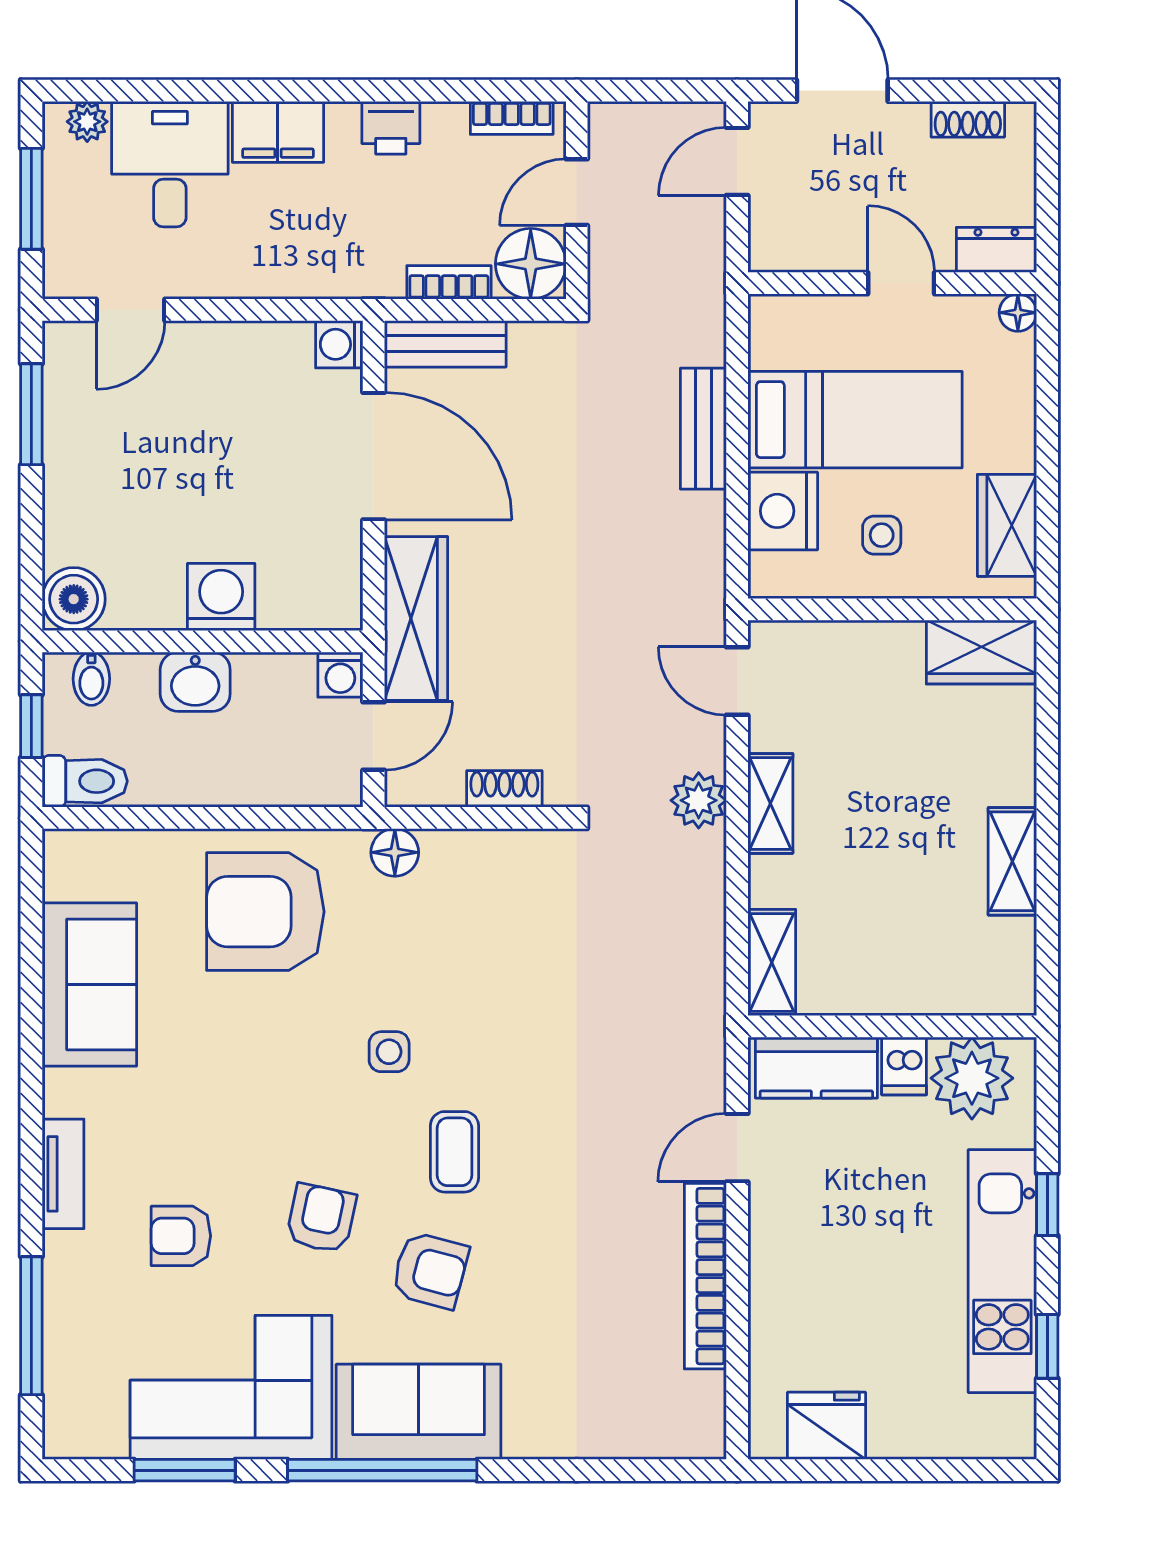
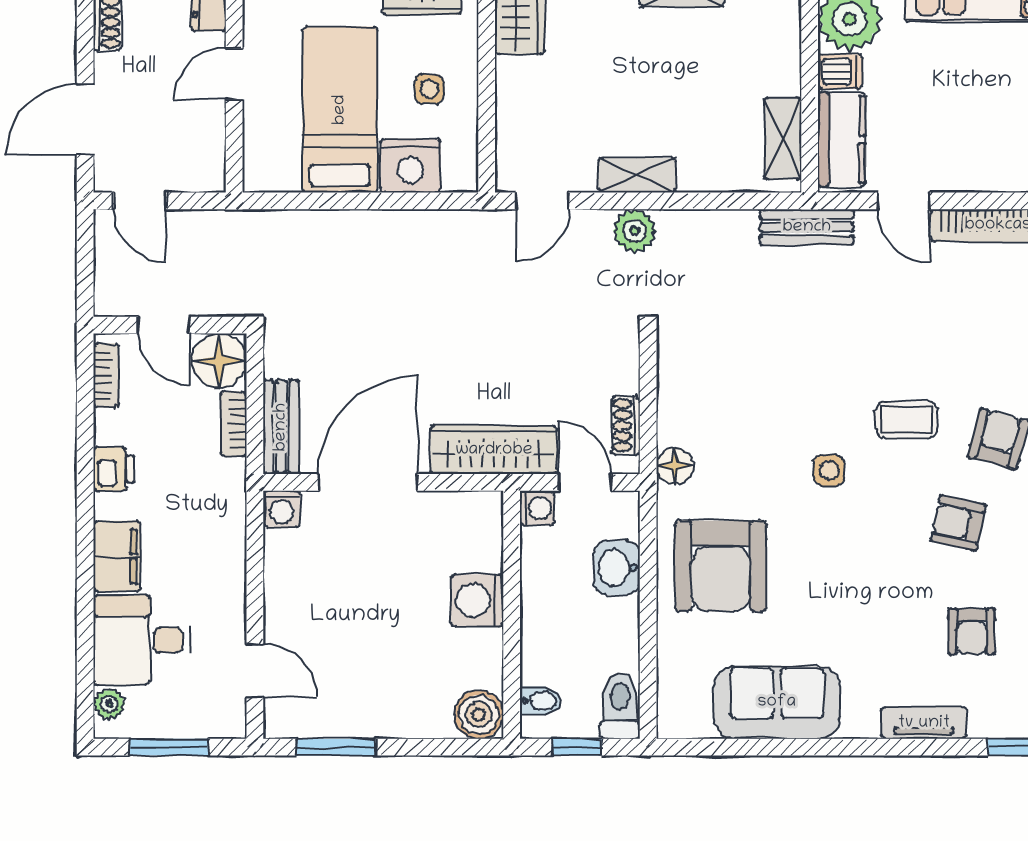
bench: (703, 429) -> (807, 227), moved
washbasin: (195, 682) -> (617, 568), moved, turned 180
shoe rack: (504, 789) -> (626, 425), moved
shelving: (772, 963) -> (783, 138), moved, turned 90

